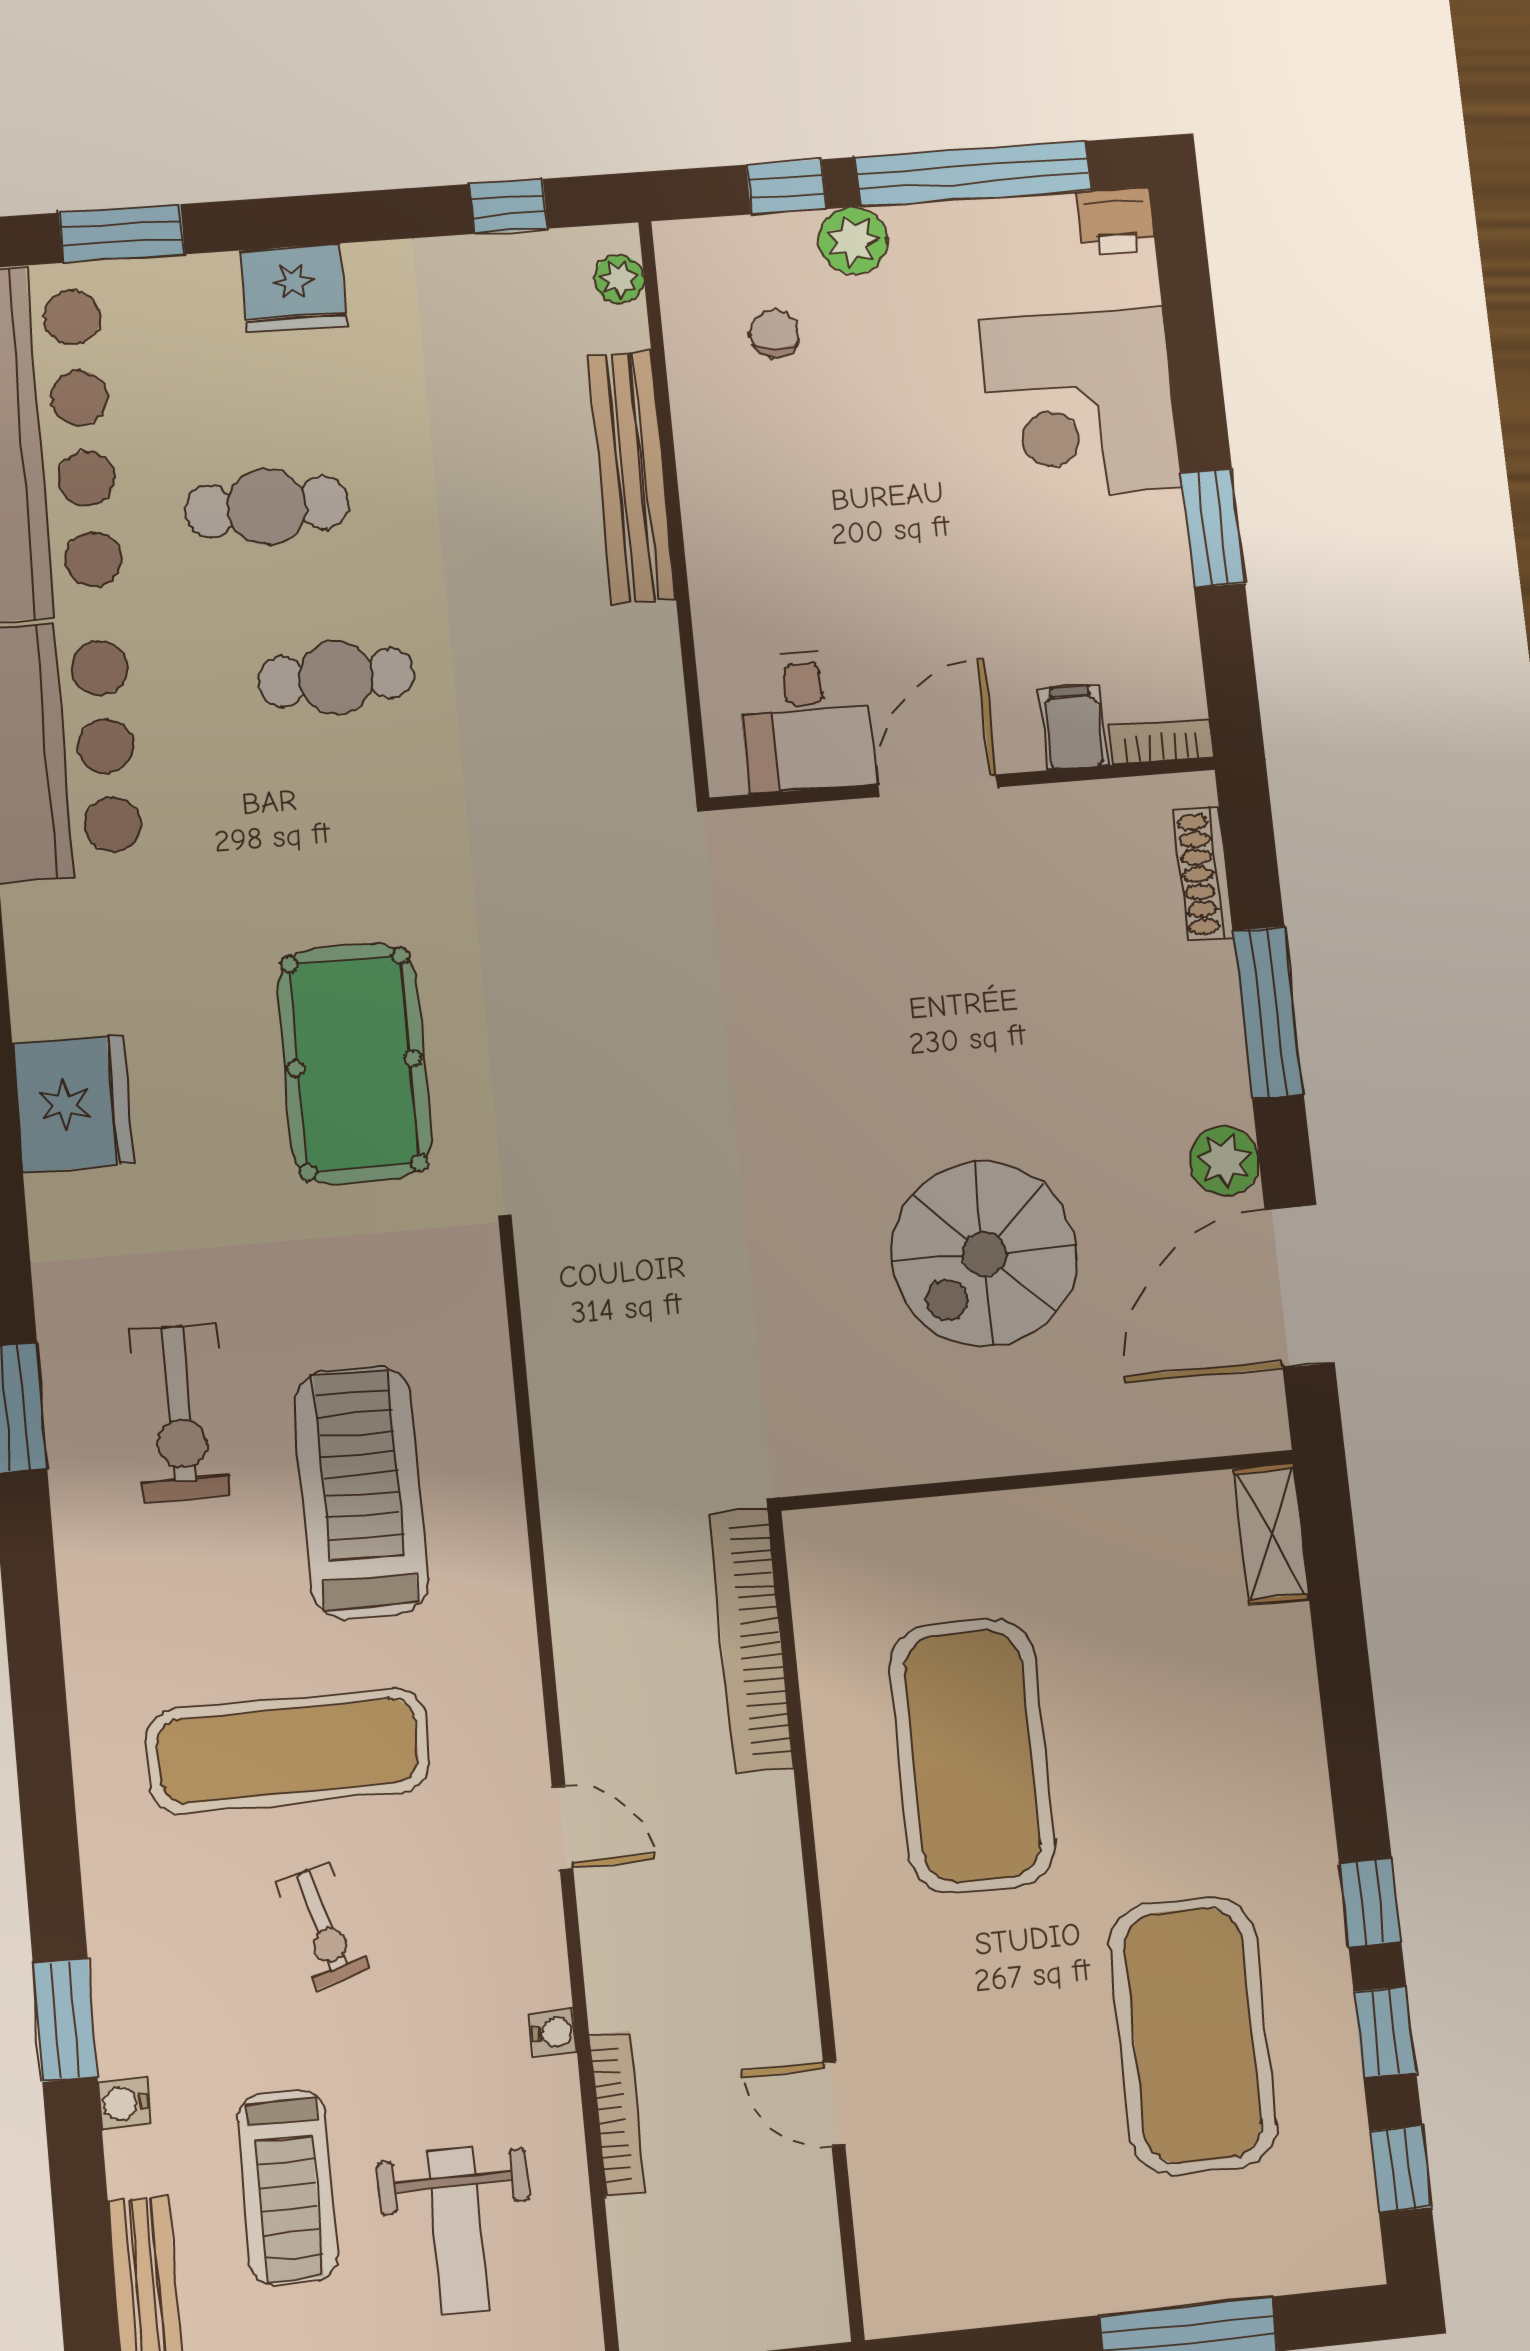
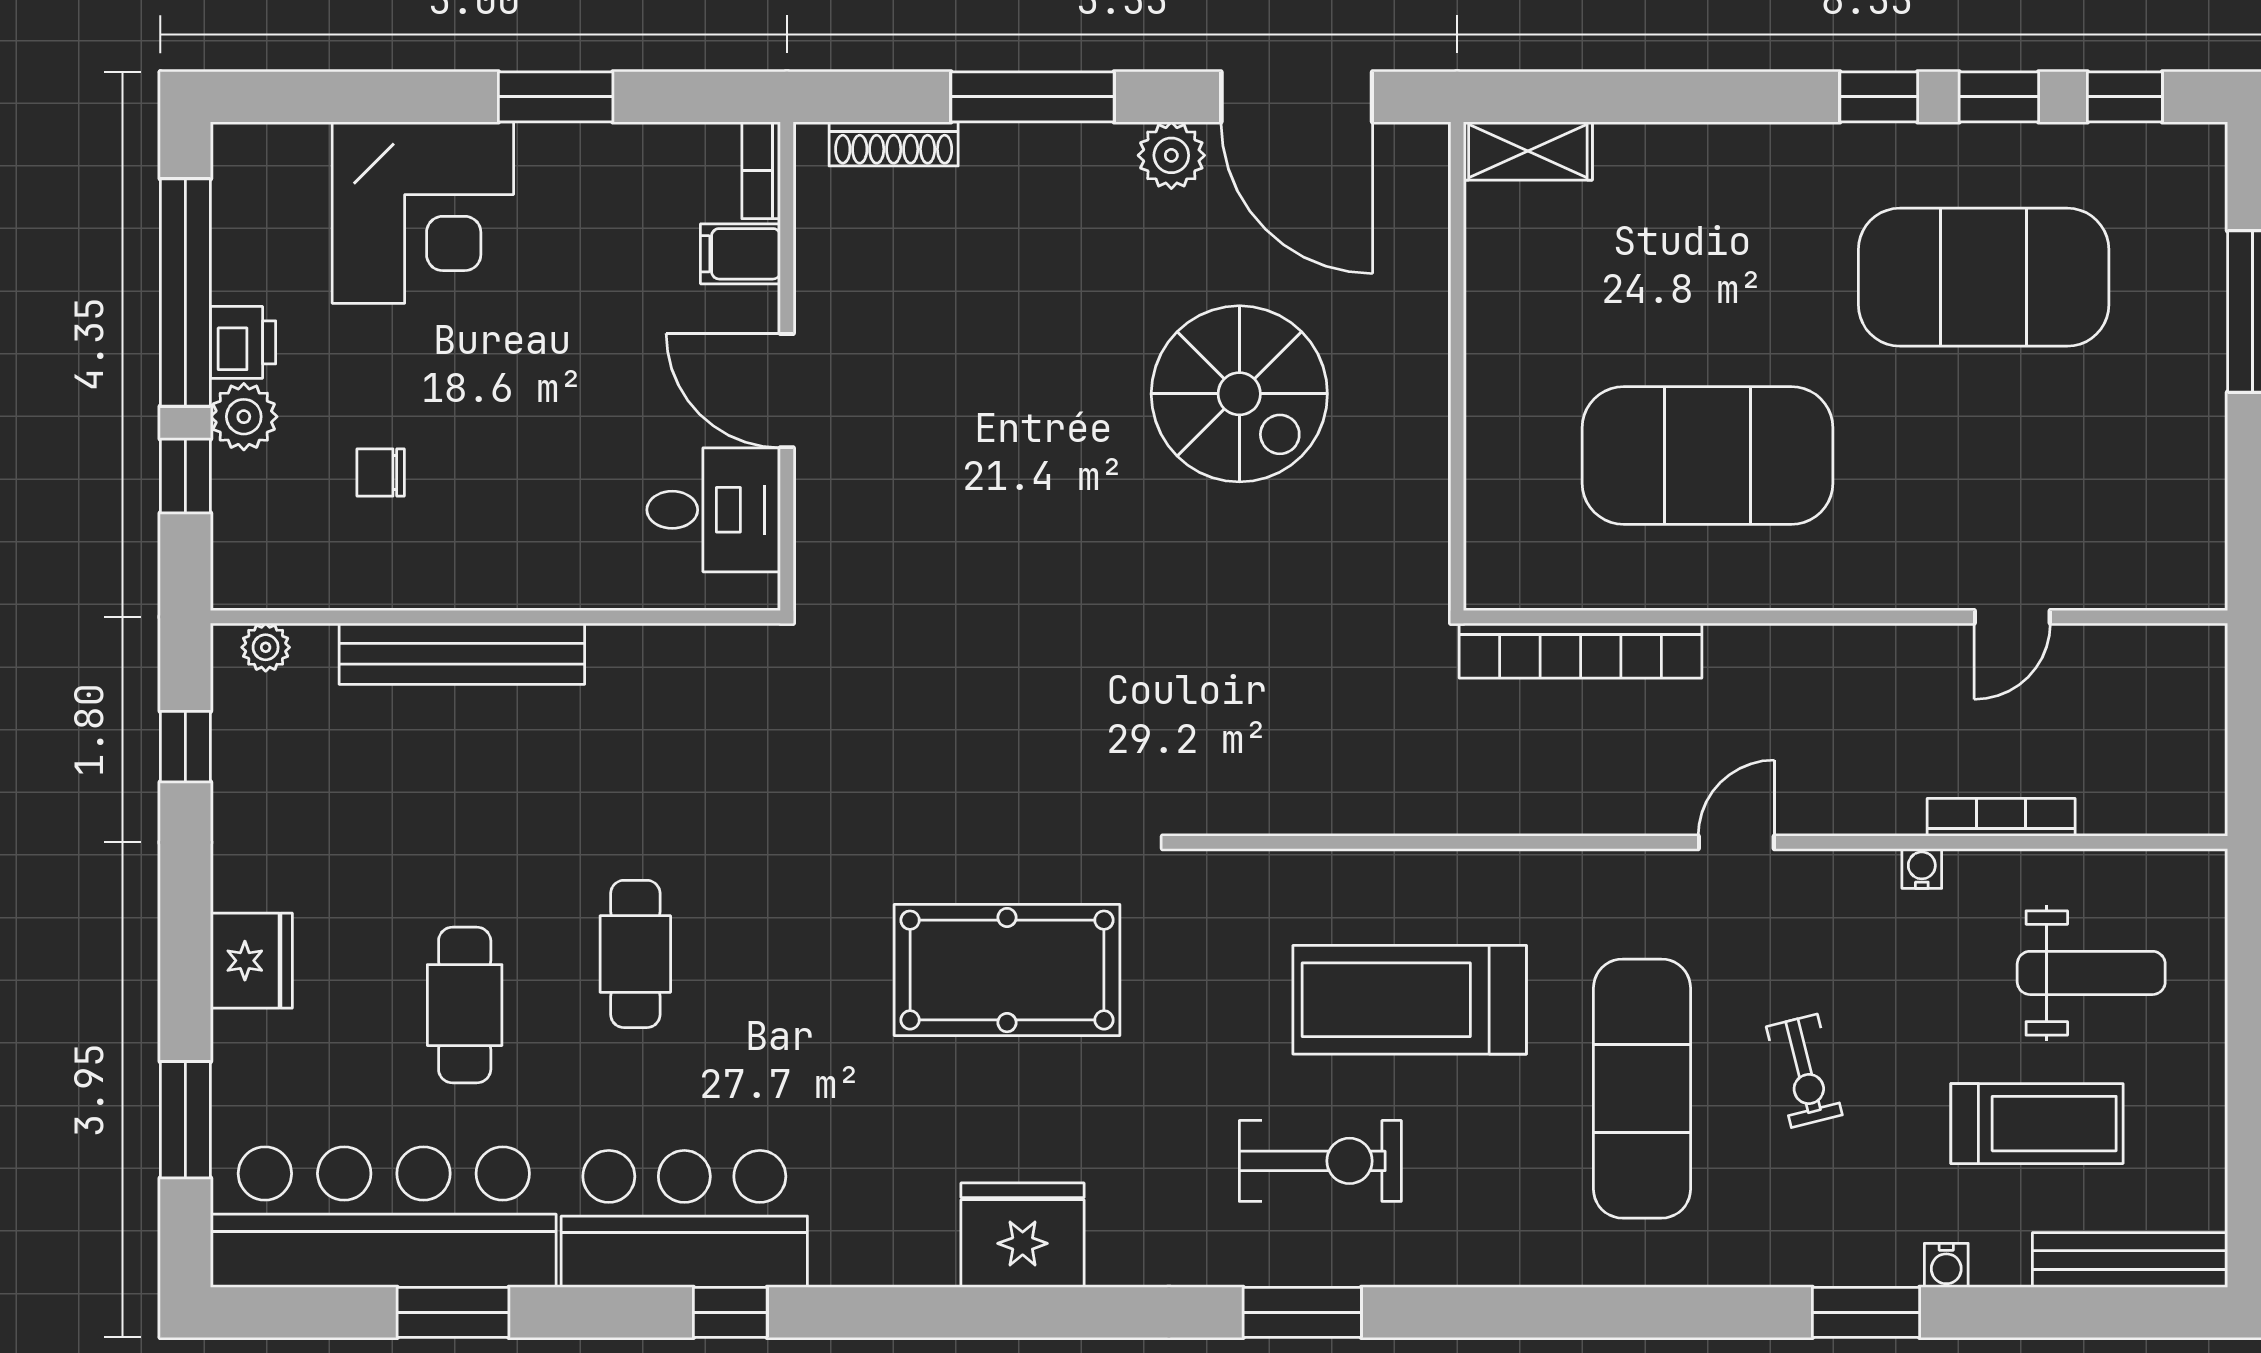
printer: (1116, 221) -> (243, 342), moved
chair: (774, 334) -> (381, 473), moved
exercise bike: (323, 1926) -> (1804, 1071), turned 92

